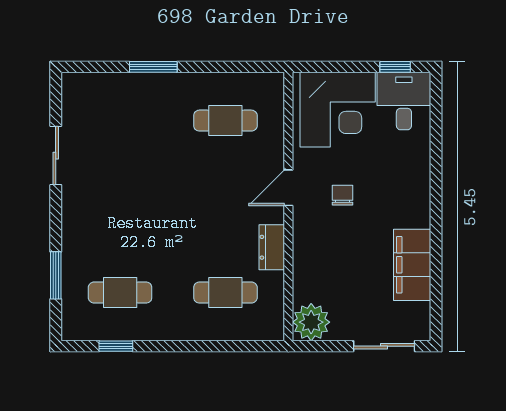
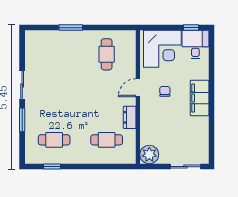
cafe table: (225, 121) -> (107, 54), turned 90
sliding door: (56, 156) -> (22, 85), moved
filing cabinet: (412, 265) -> (200, 98), moved
window: (56, 275) -> (22, 120), moved

